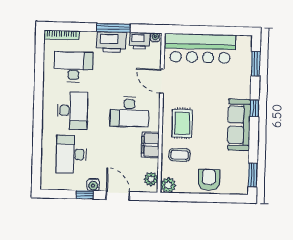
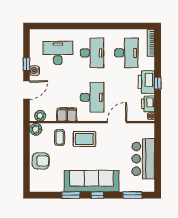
window: (113, 28) -> (158, 83), width x0.46
bar counter: (200, 48) -> (143, 159), width x0.73
desk: (72, 111) -> (92, 53), turned -90
desk: (129, 112) -> (92, 97), turned 180
sofa: (239, 125) -> (92, 181), width x1.36, depth x1.27
window: (253, 175) -> (71, 195), moved

